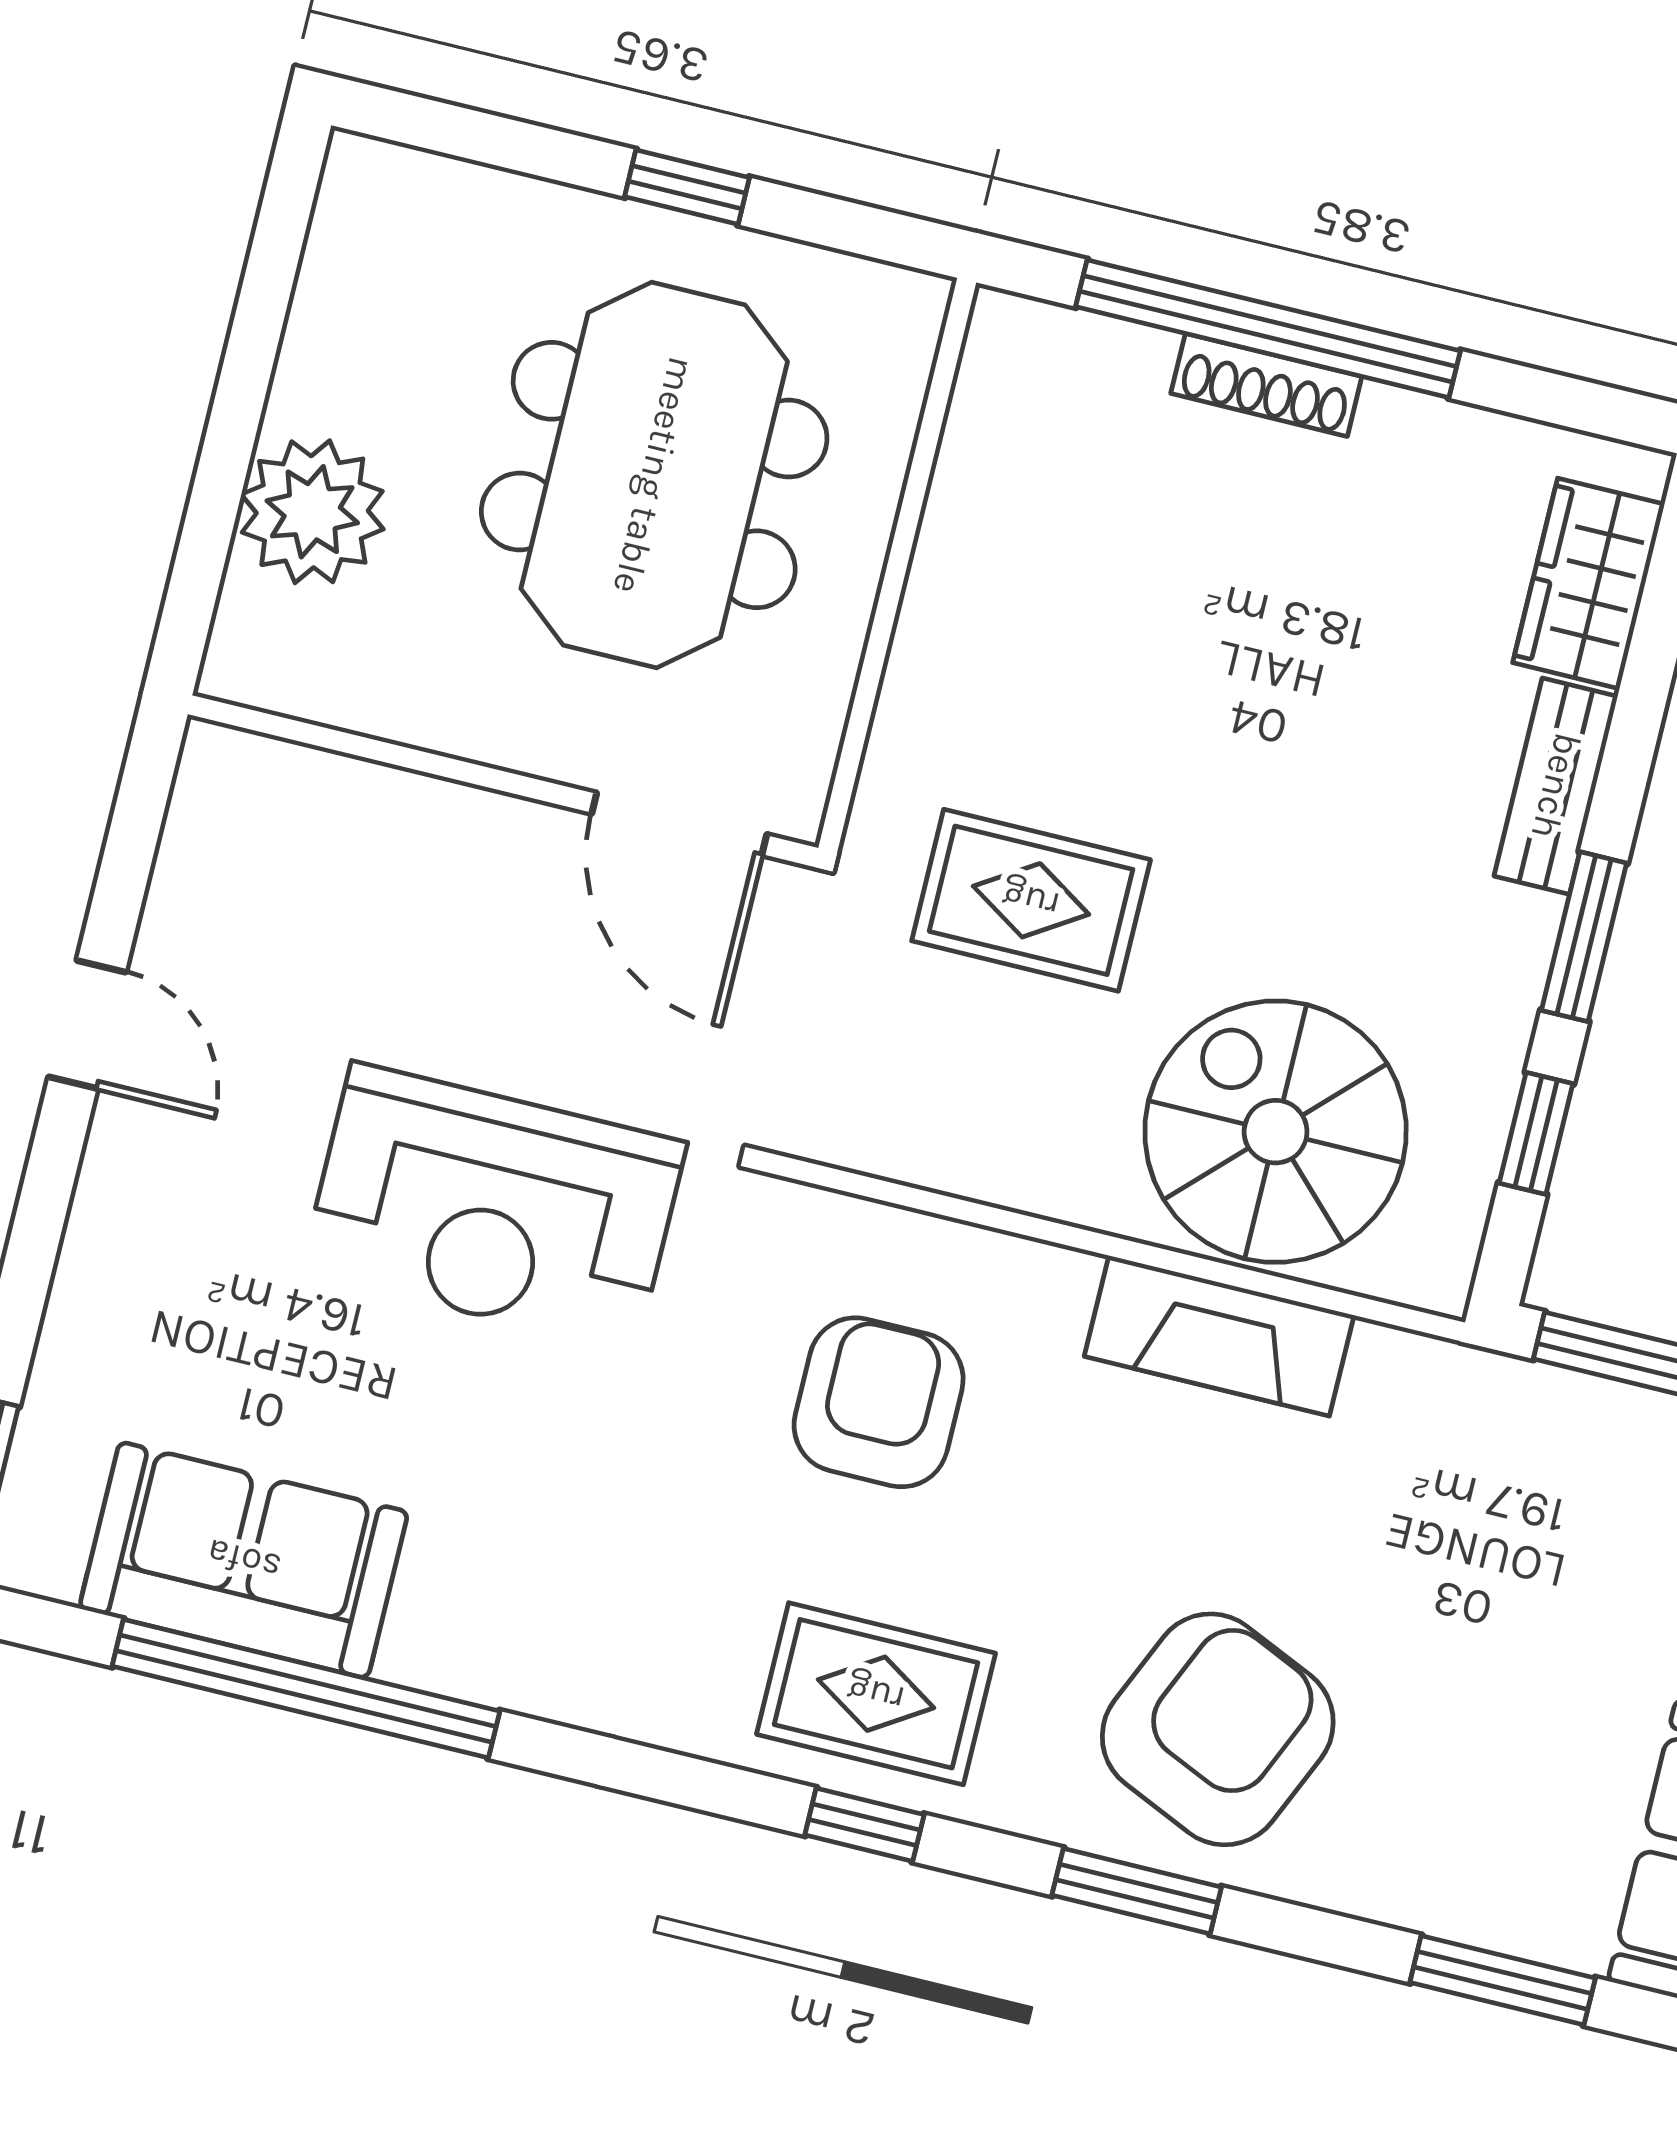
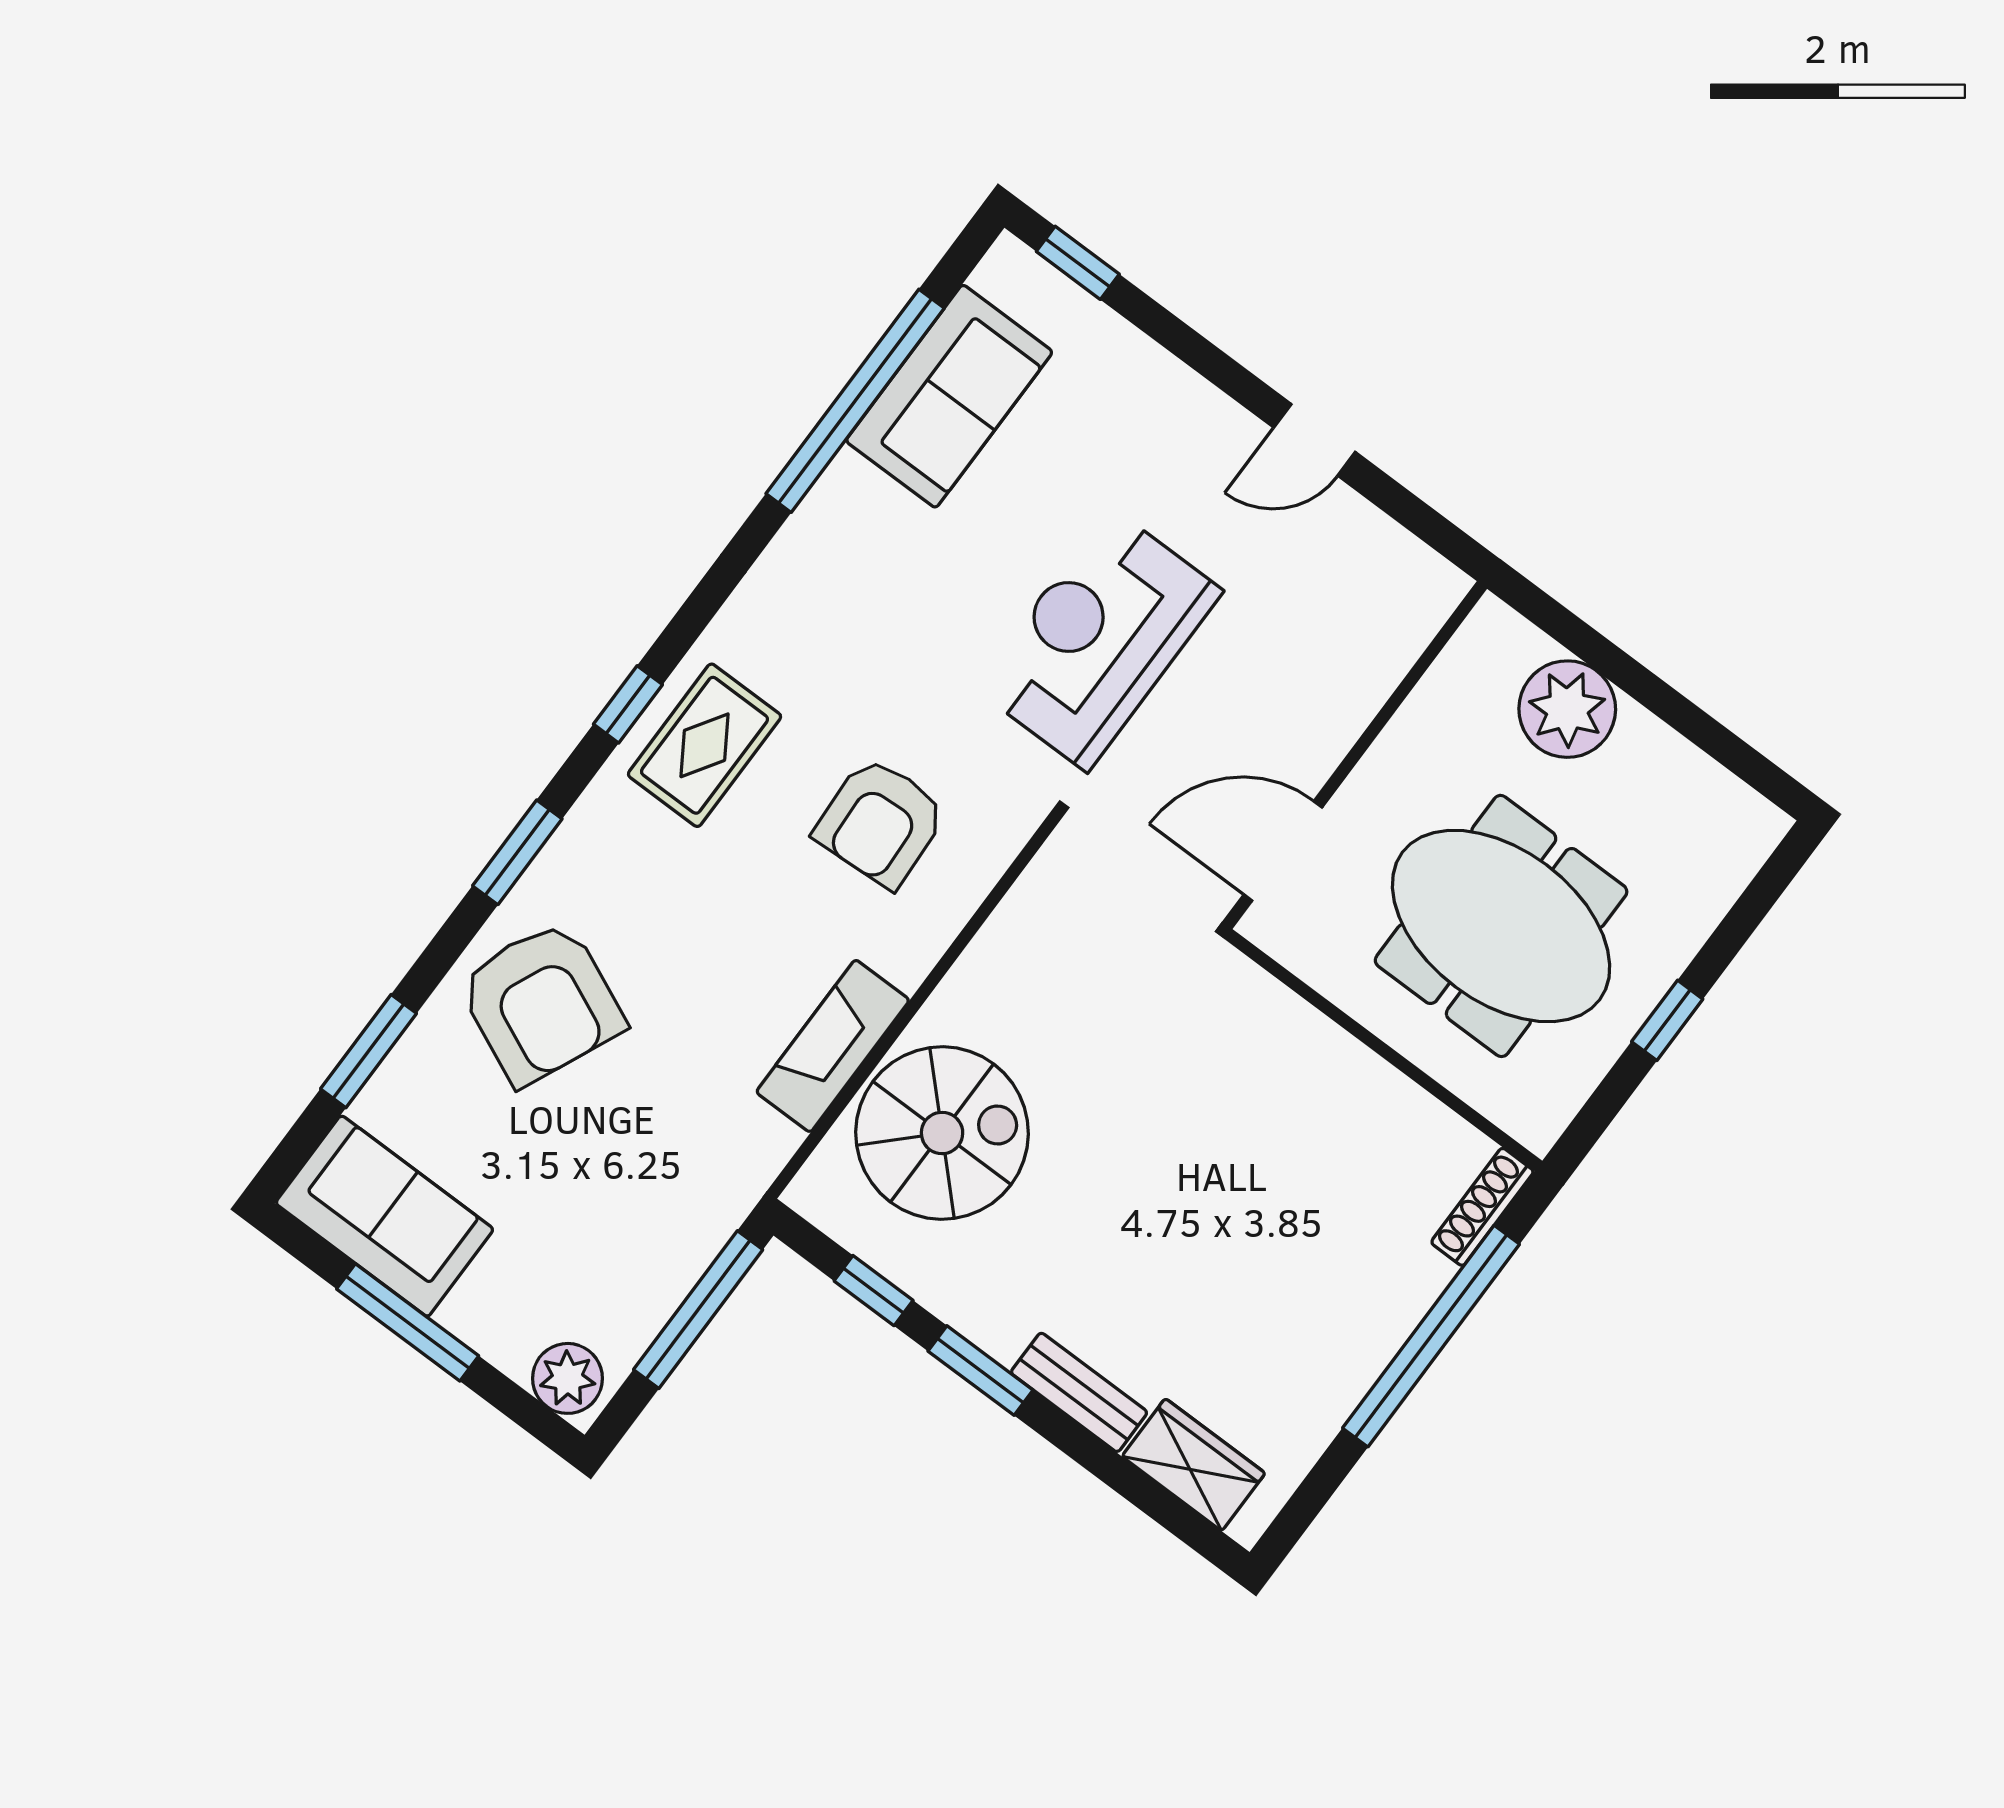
shoe rack: (1266, 385) -> (1482, 1207), moved
rug: (1031, 900) -> (1146, 1045), removed
armchair: (879, 1402) -> (881, 822), turned 87
armchair: (1218, 1729) -> (541, 1003), moved

